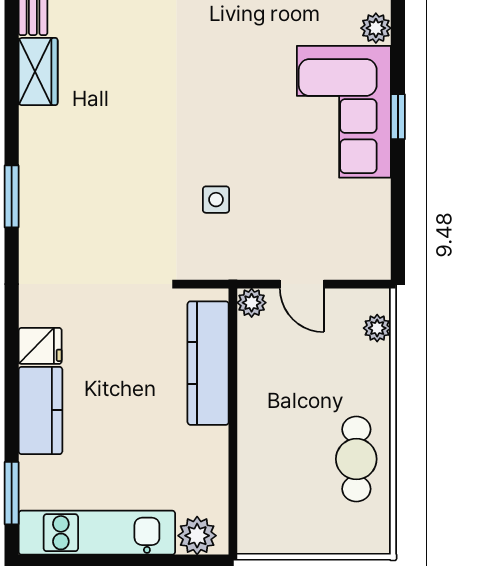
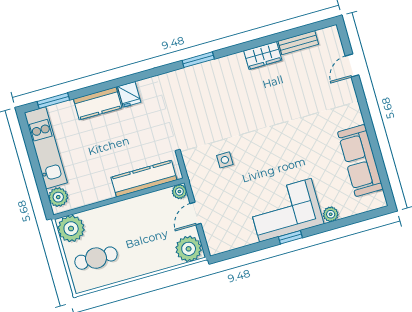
plant: (377, 328) -> (189, 249), width x1.87, depth x1.87
cafe table: (356, 459) -> (96, 258), moved
plant: (264, 528) -> (71, 229), added

